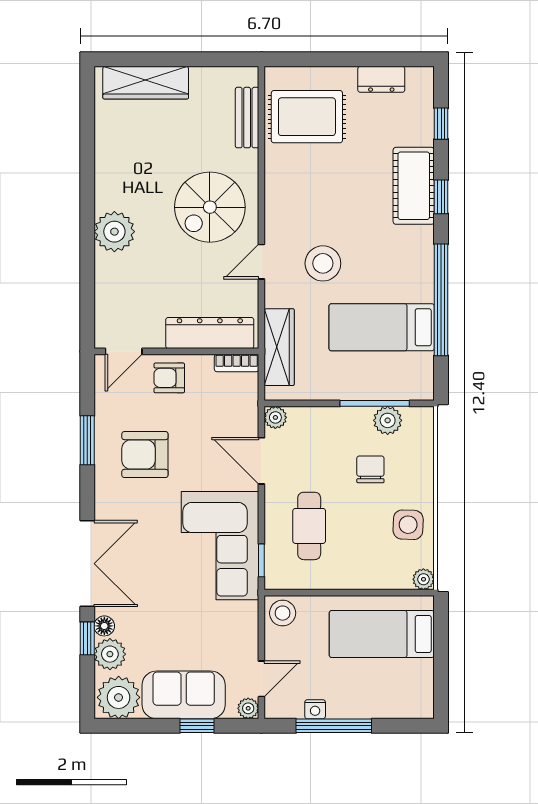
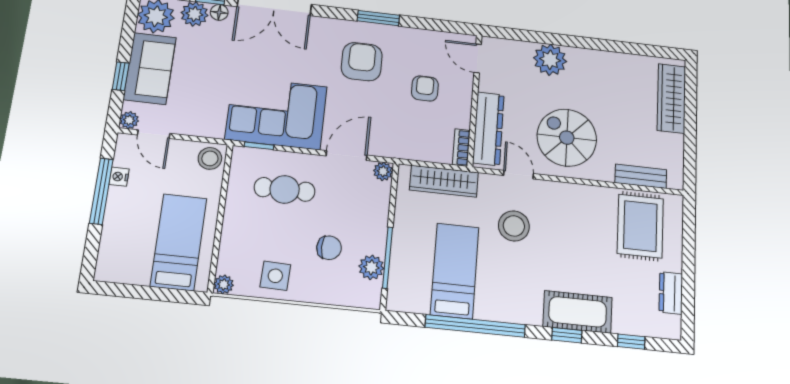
dresser: (210, 333) -> (488, 129), moved
door: (124, 351) -> (478, 58), moved
wall: (176, 351) -> (475, 100), moved
bookcase: (237, 363) -> (461, 148), moved

